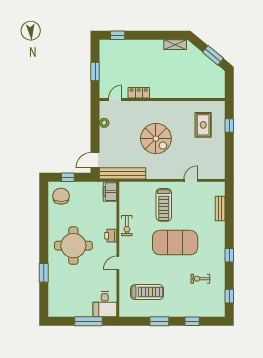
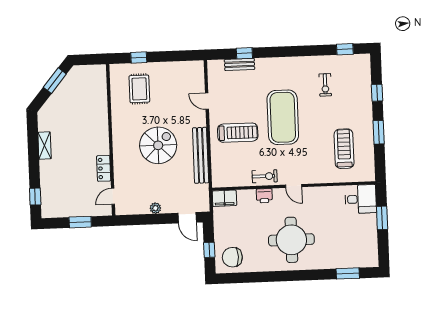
shelving: (175, 45) -> (45, 146), moved
door: (115, 99) -> (113, 196), hinge flipped
plant: (104, 123) -> (155, 208), moved
rug: (203, 125) -> (139, 89), turned 90
bench: (123, 173) -> (201, 155), moved
printer: (111, 236) -> (264, 196), moved
window: (229, 255) -> (244, 53), moved
door: (118, 263) -> (294, 186), moved
window: (44, 273) -> (348, 273), moved
window: (89, 321) -> (382, 218), width x0.69

